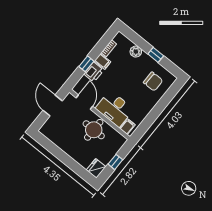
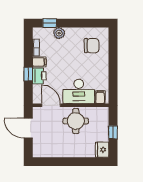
window: (156, 55) -> (50, 23), moved

